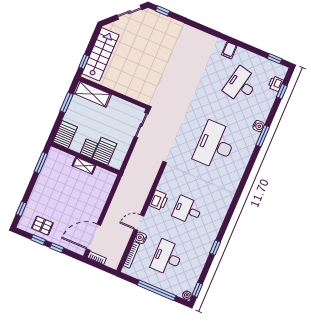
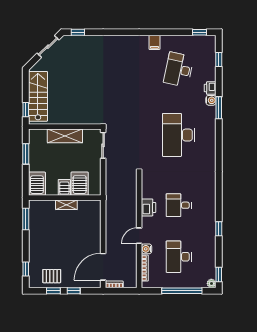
printer: (276, 84) -> (210, 88), moved
shelving: (92, 94) -> (65, 136), moved

